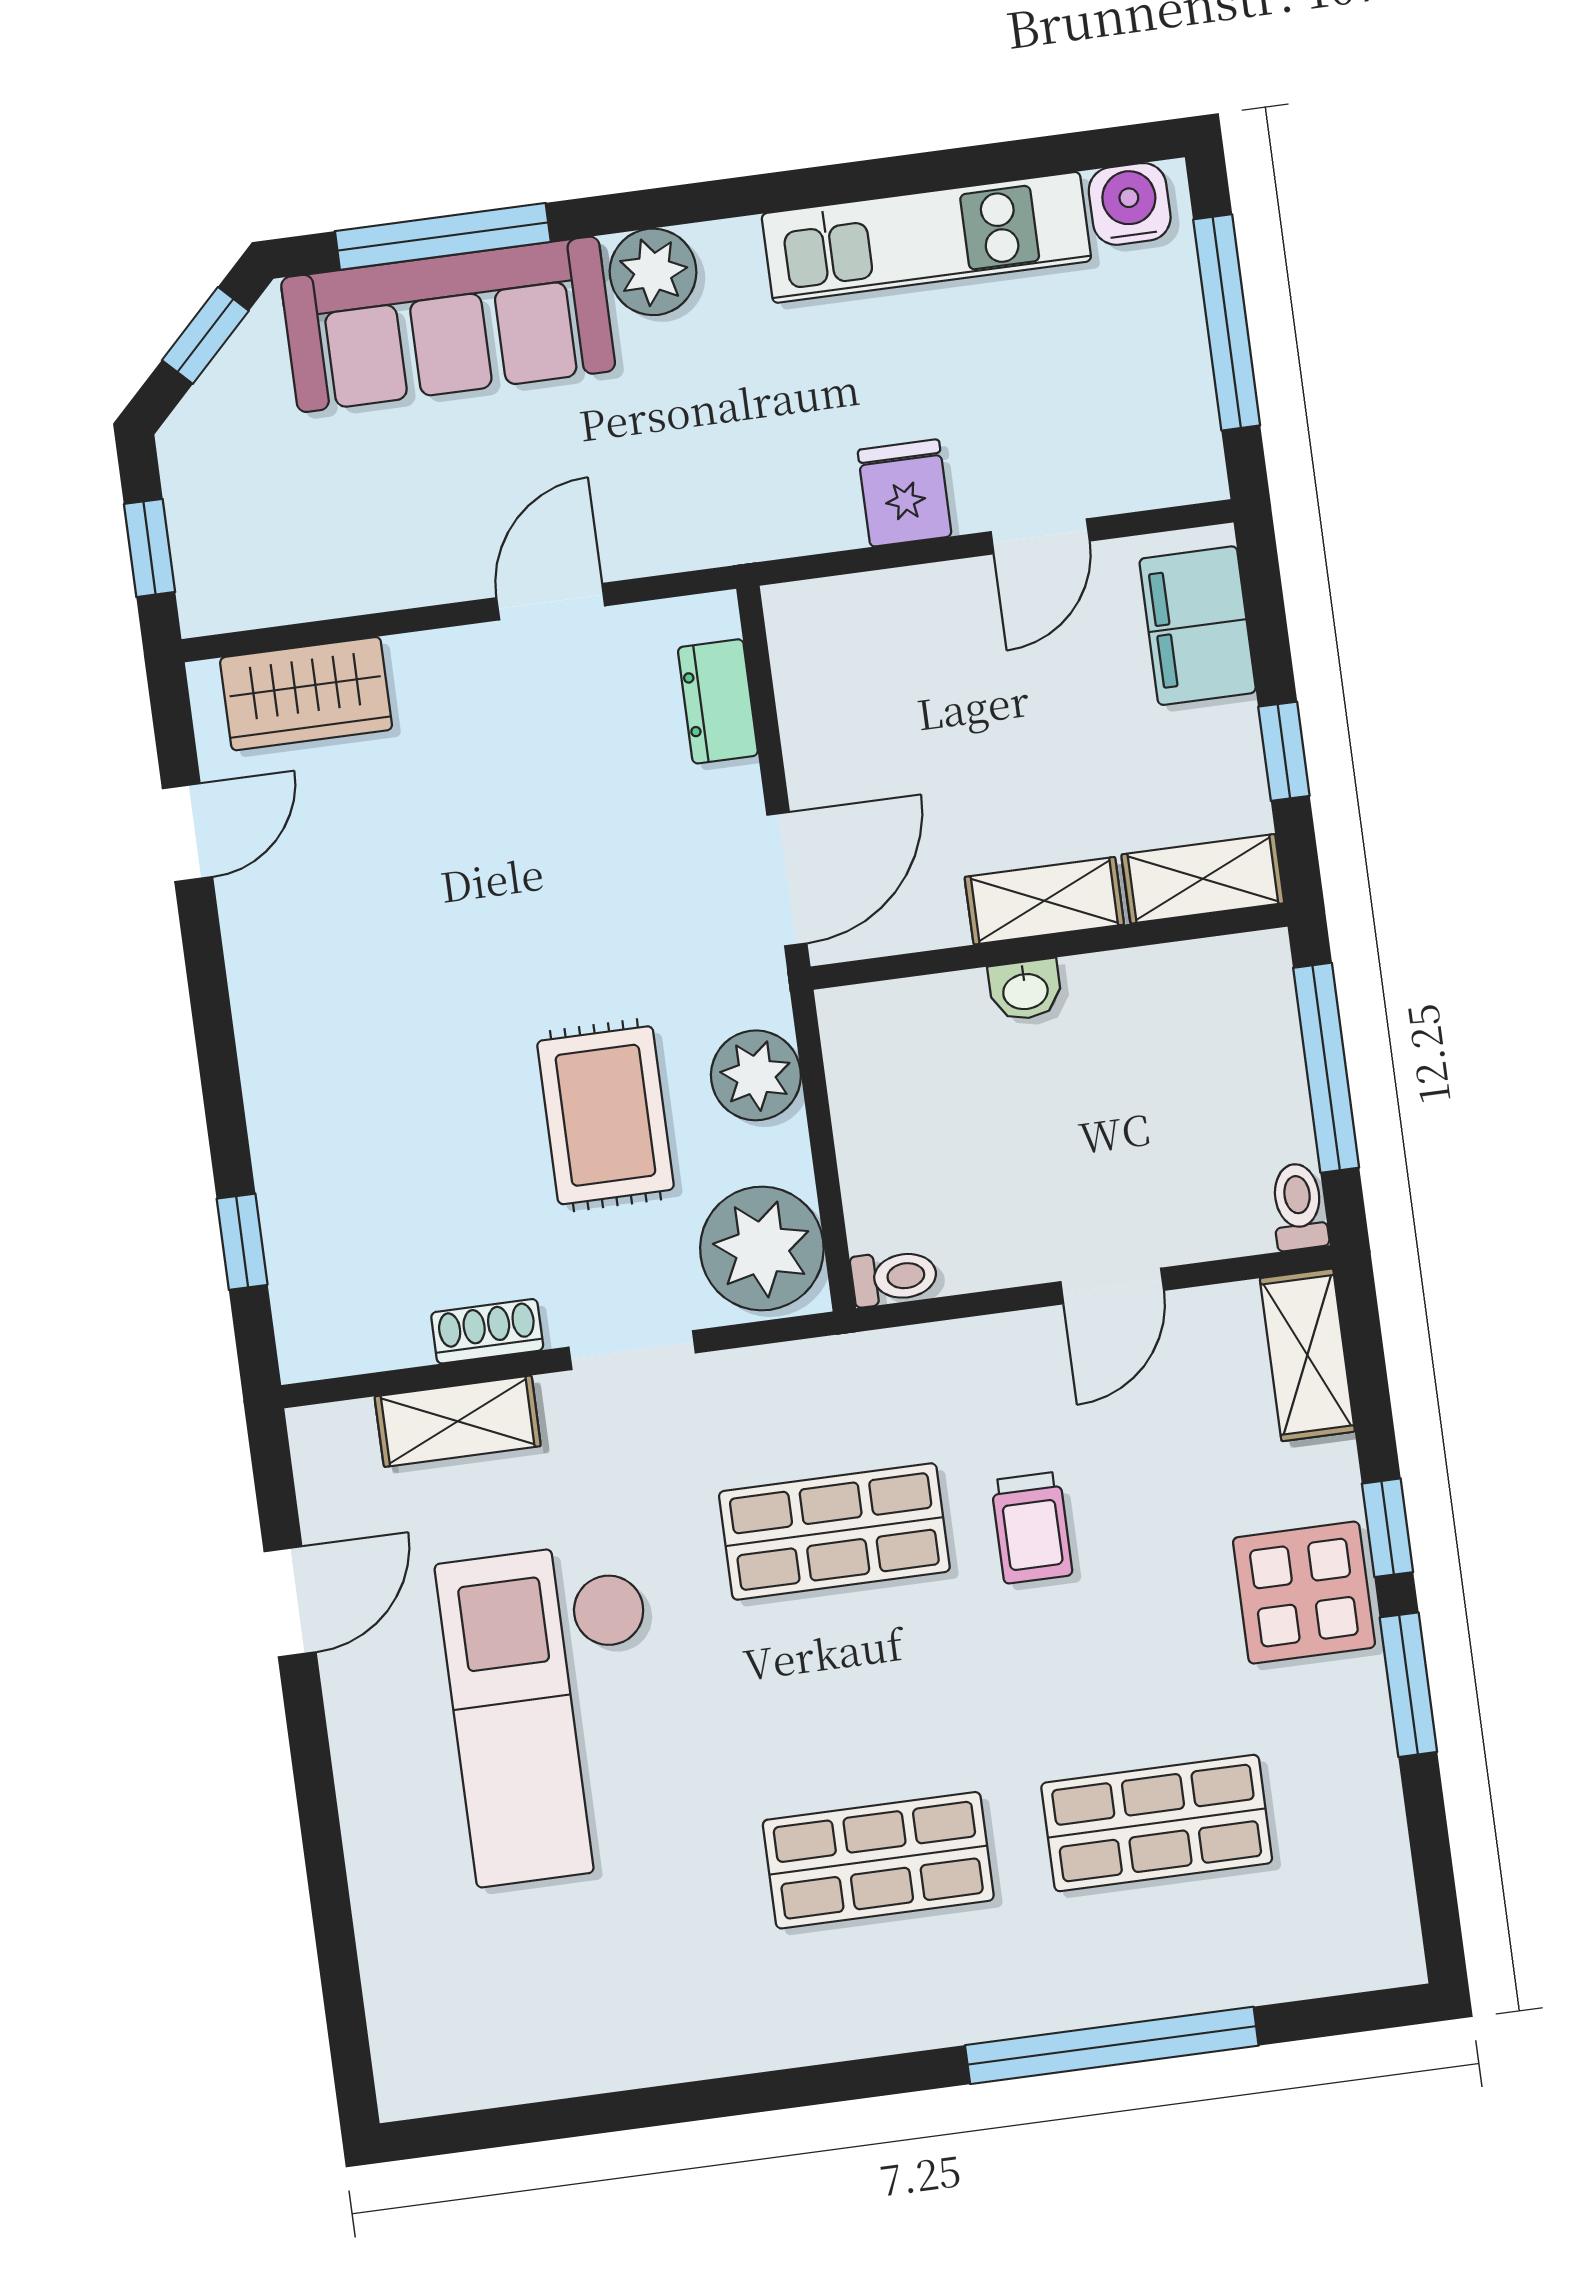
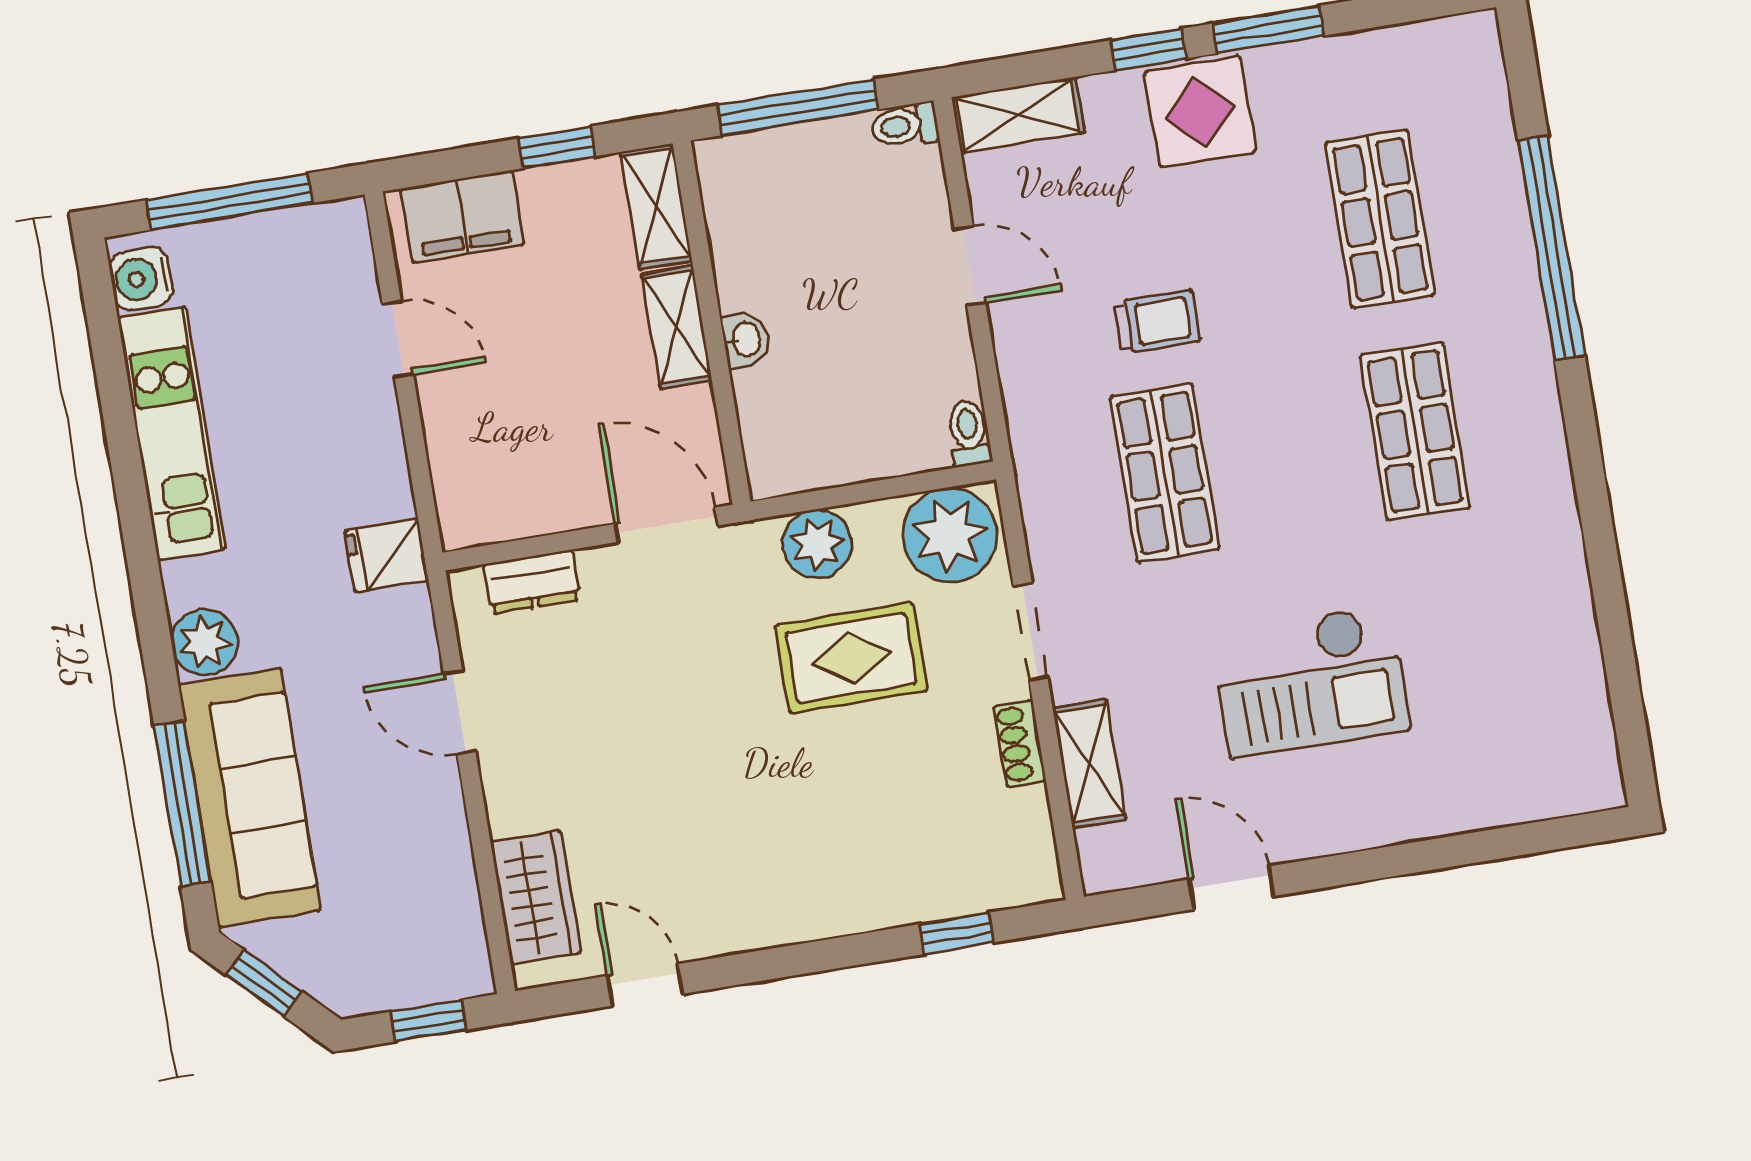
fridge: (905, 493) -> (386, 556), moved
checkout: (557, 1713) -> (1310, 681), width x0.73, depth x0.83

